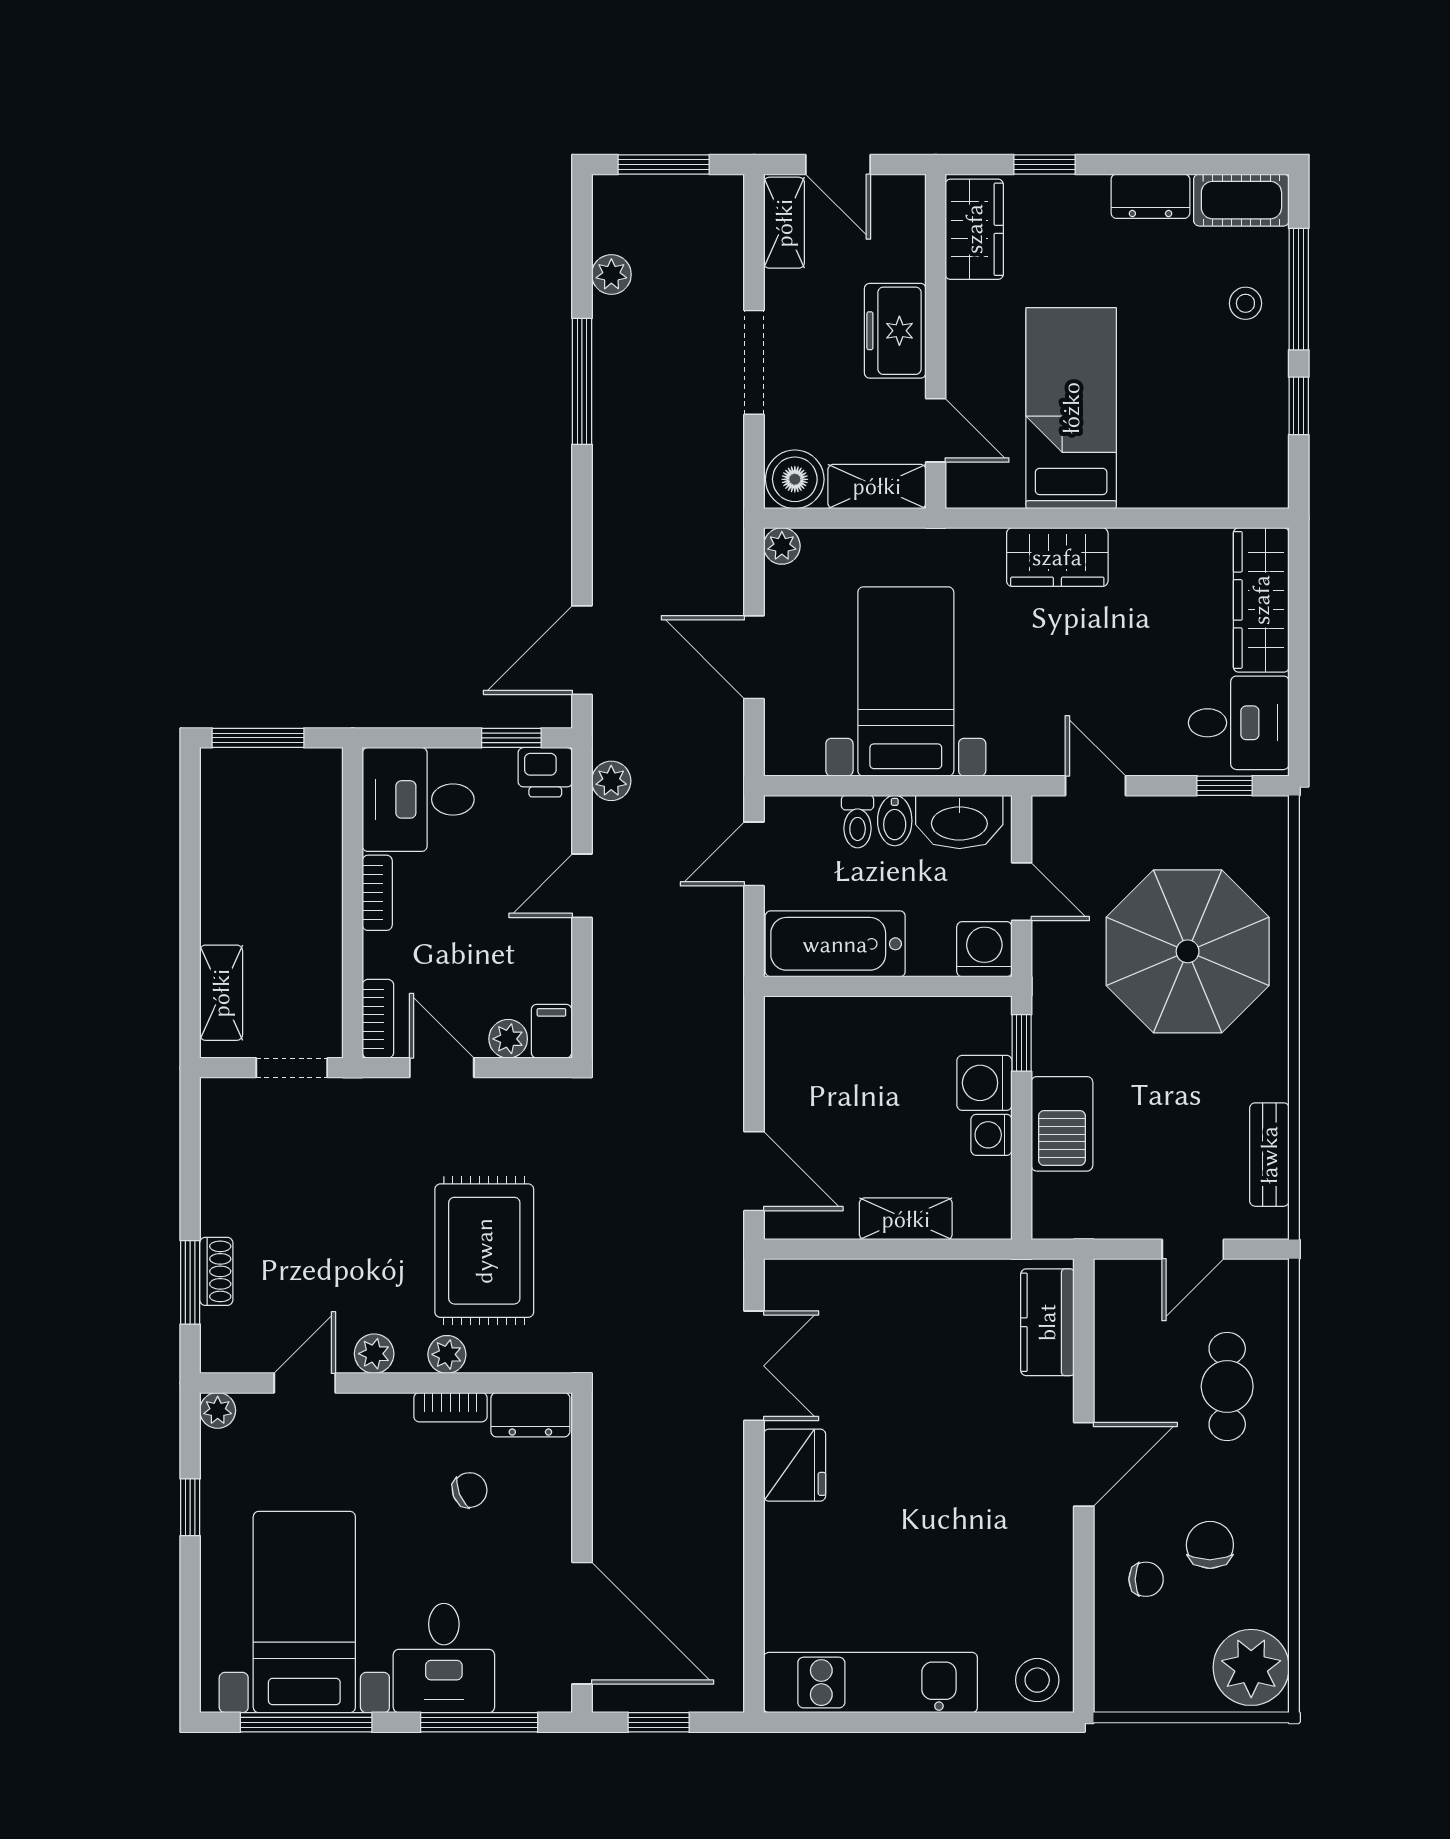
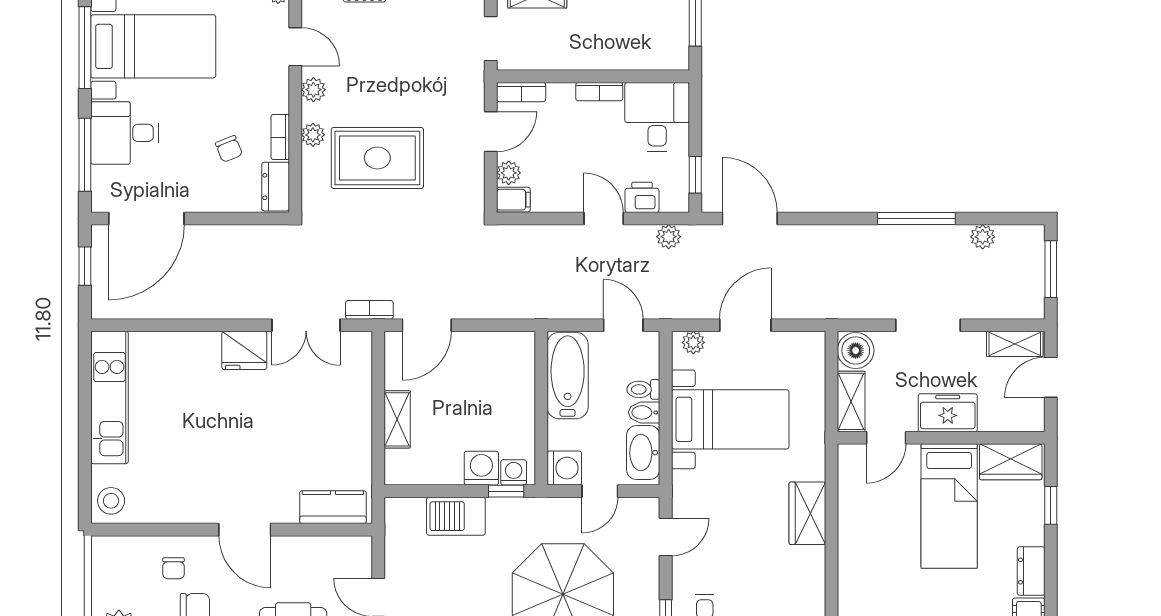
bed: (1071, 408) -> (949, 506), moved, turned 90
plant: (782, 546) -> (693, 342), moved
printer: (545, 772) -> (642, 197), moved, turned 90
washing machine: (991, 1135) -> (514, 472), moved
bookcase: (729, 1263) -> (369, 310), added

